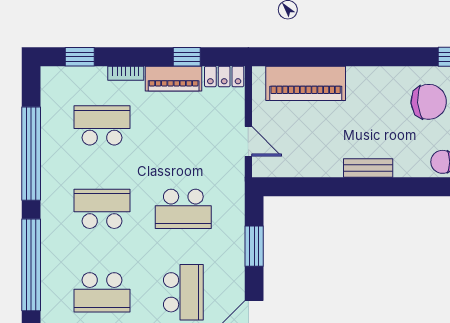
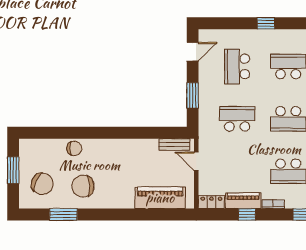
window: (187, 57) -> (247, 214), moved
bench: (368, 168) -> (174, 144), moved

